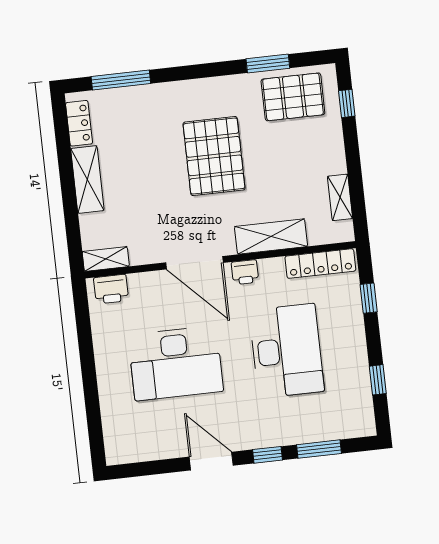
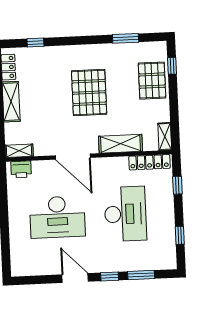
window: (121, 80) -> (35, 42), width x0.46
pallet: (293, 97) -> (152, 81), moved, turned 90
shelving: (340, 197) -> (165, 137), moved
printer: (245, 272) -> (103, 164), removed

